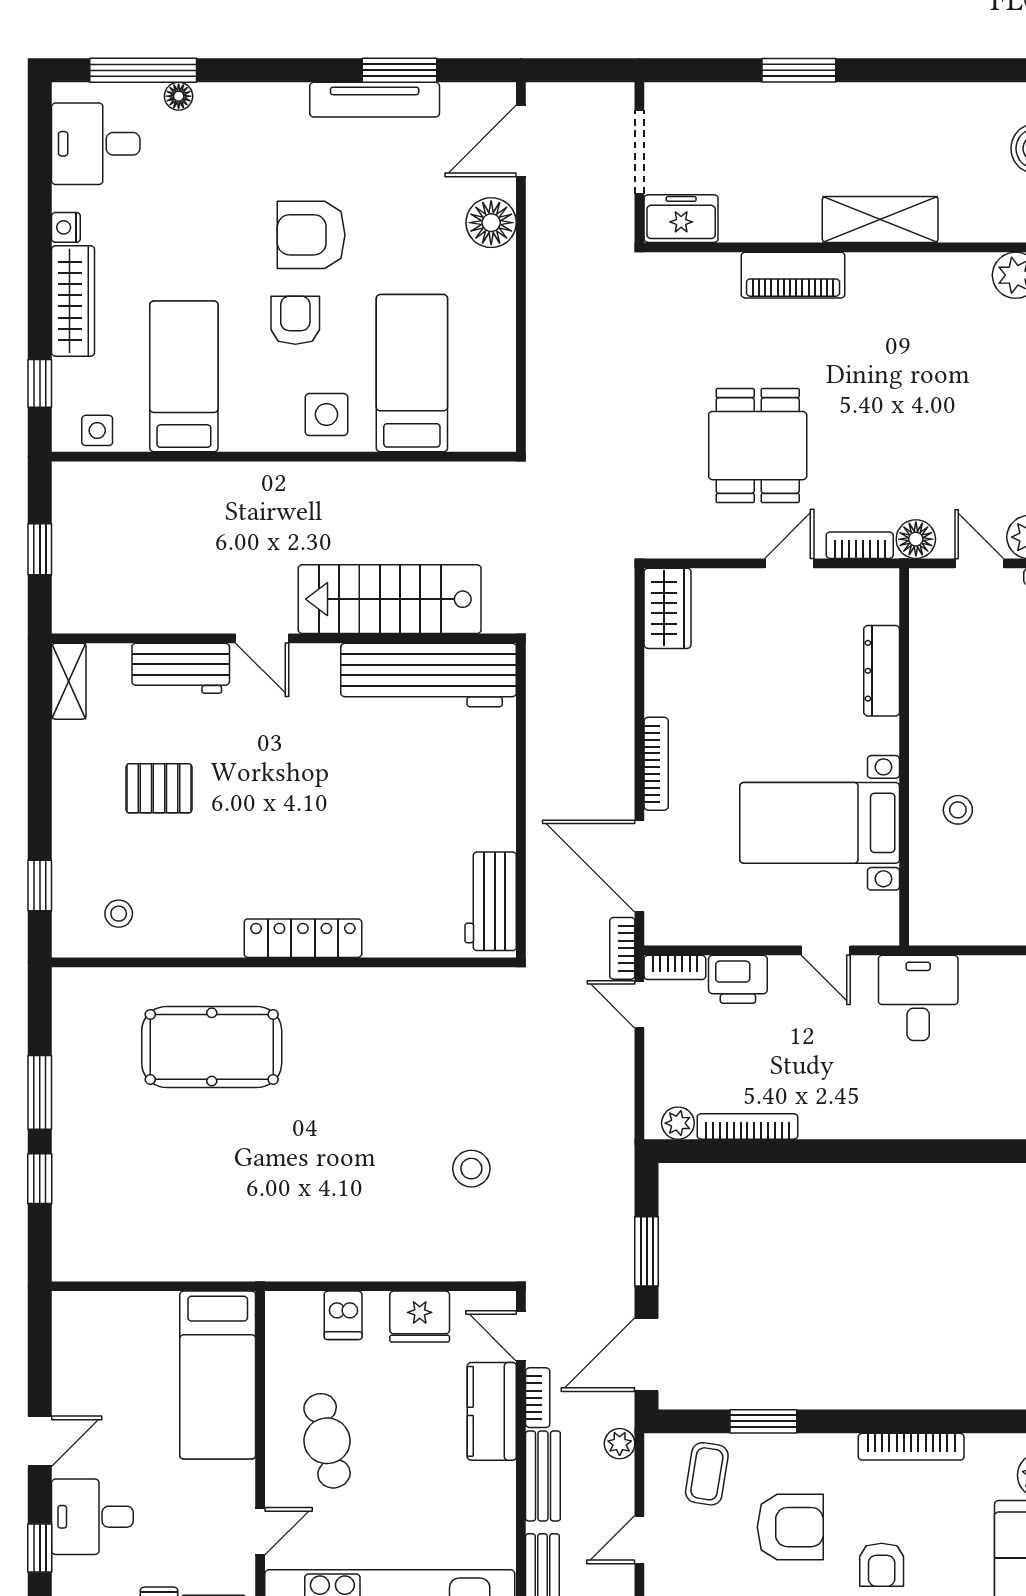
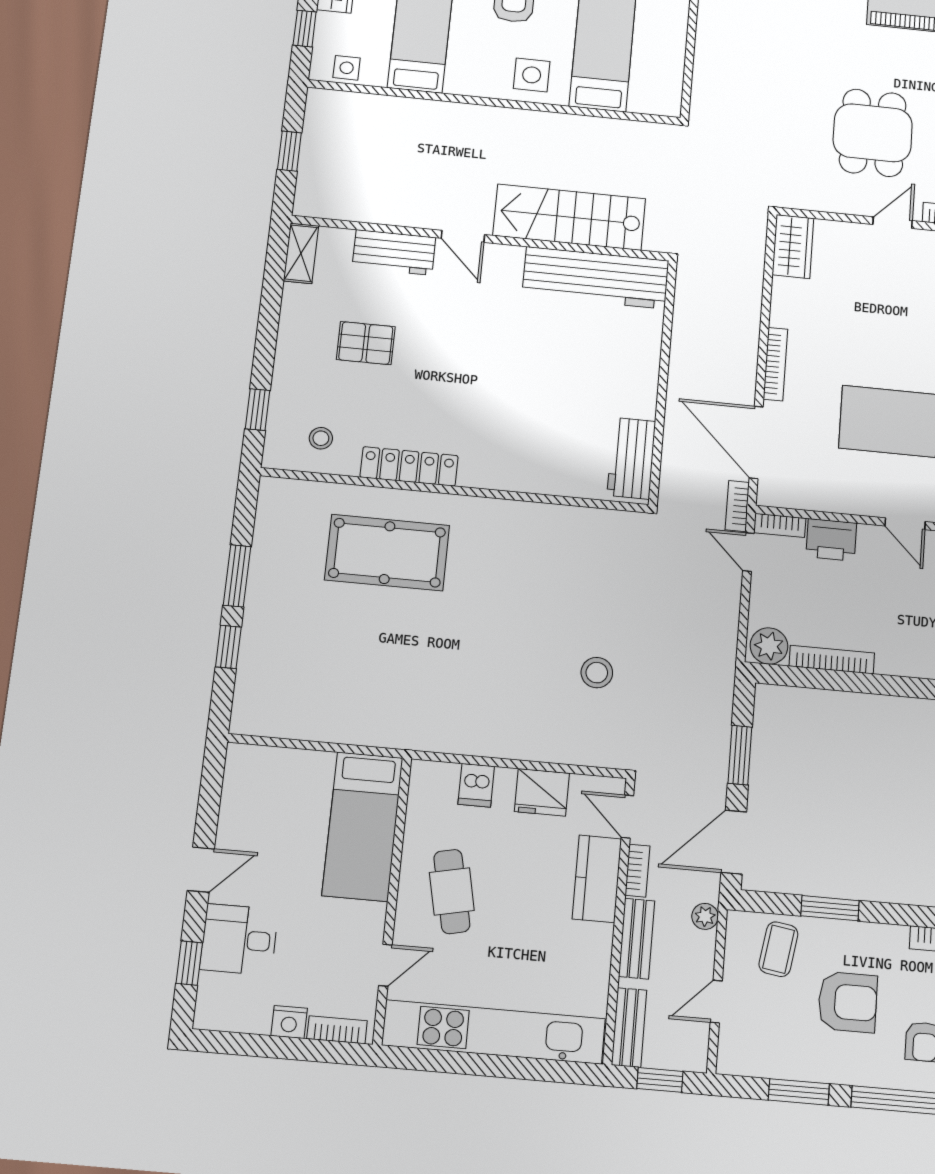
locker: (303, 938) -> (409, 466), moved
plant: (678, 1123) -> (769, 646), width x1.38, depth x1.38

